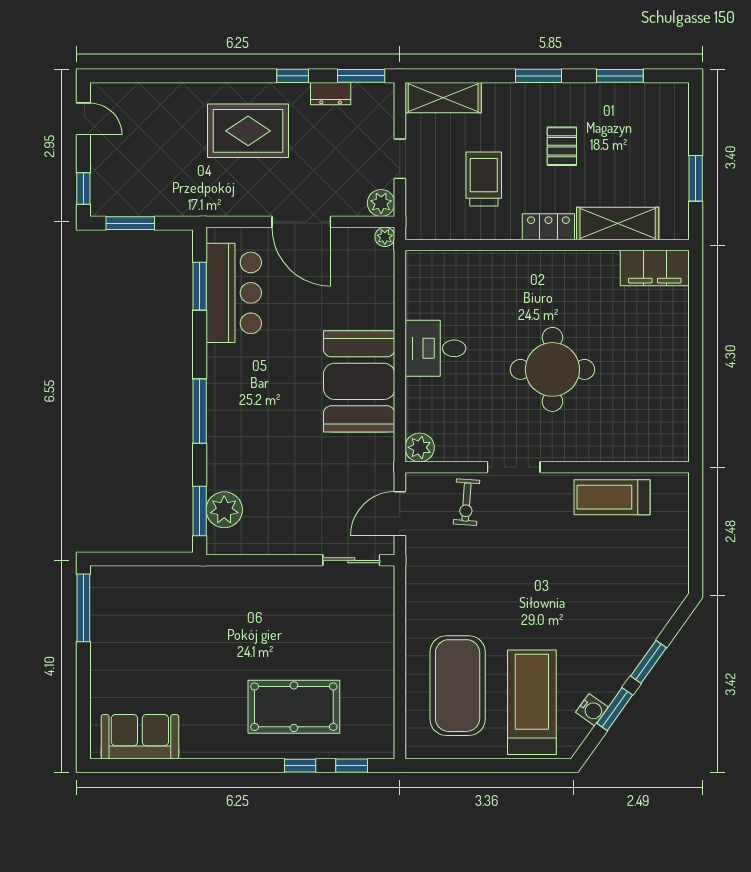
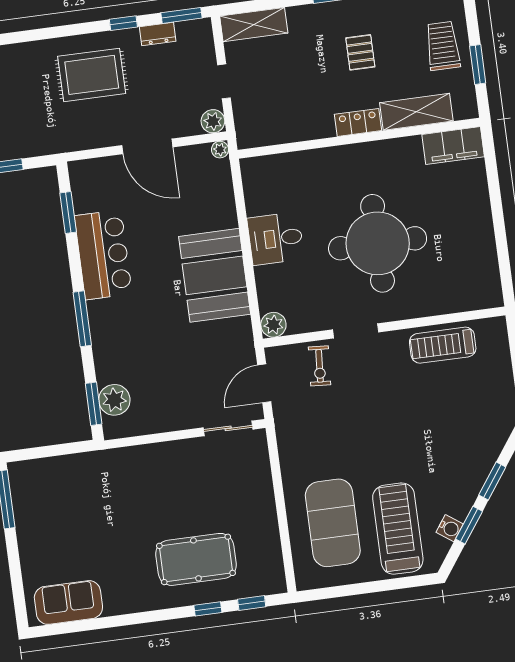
trolley: (484, 179) -> (443, 46), moved
bar counter: (234, 293) -> (103, 255), moved
round table: (552, 369) -> (378, 243), width x1.36, depth x1.36

